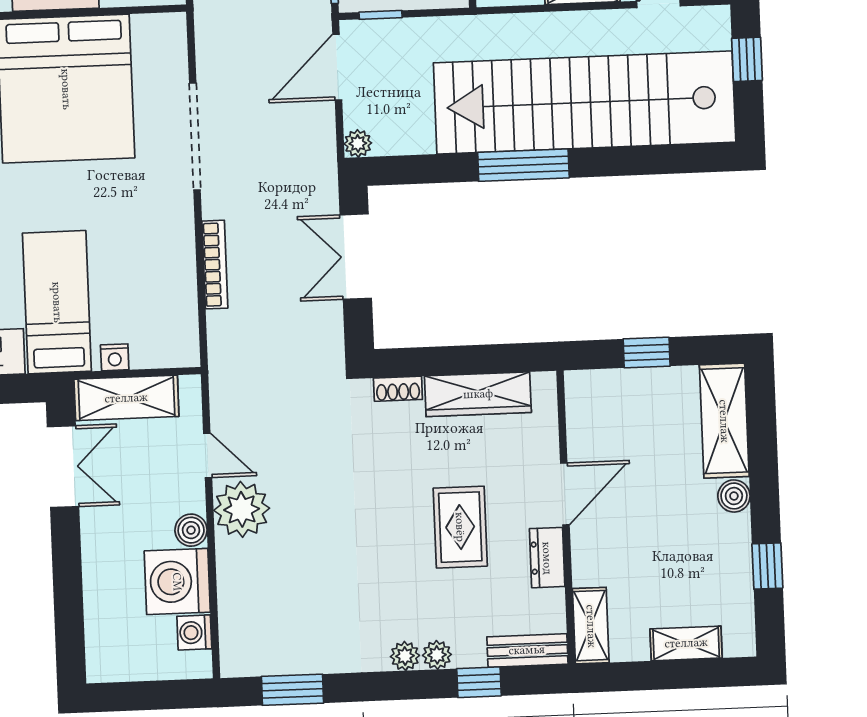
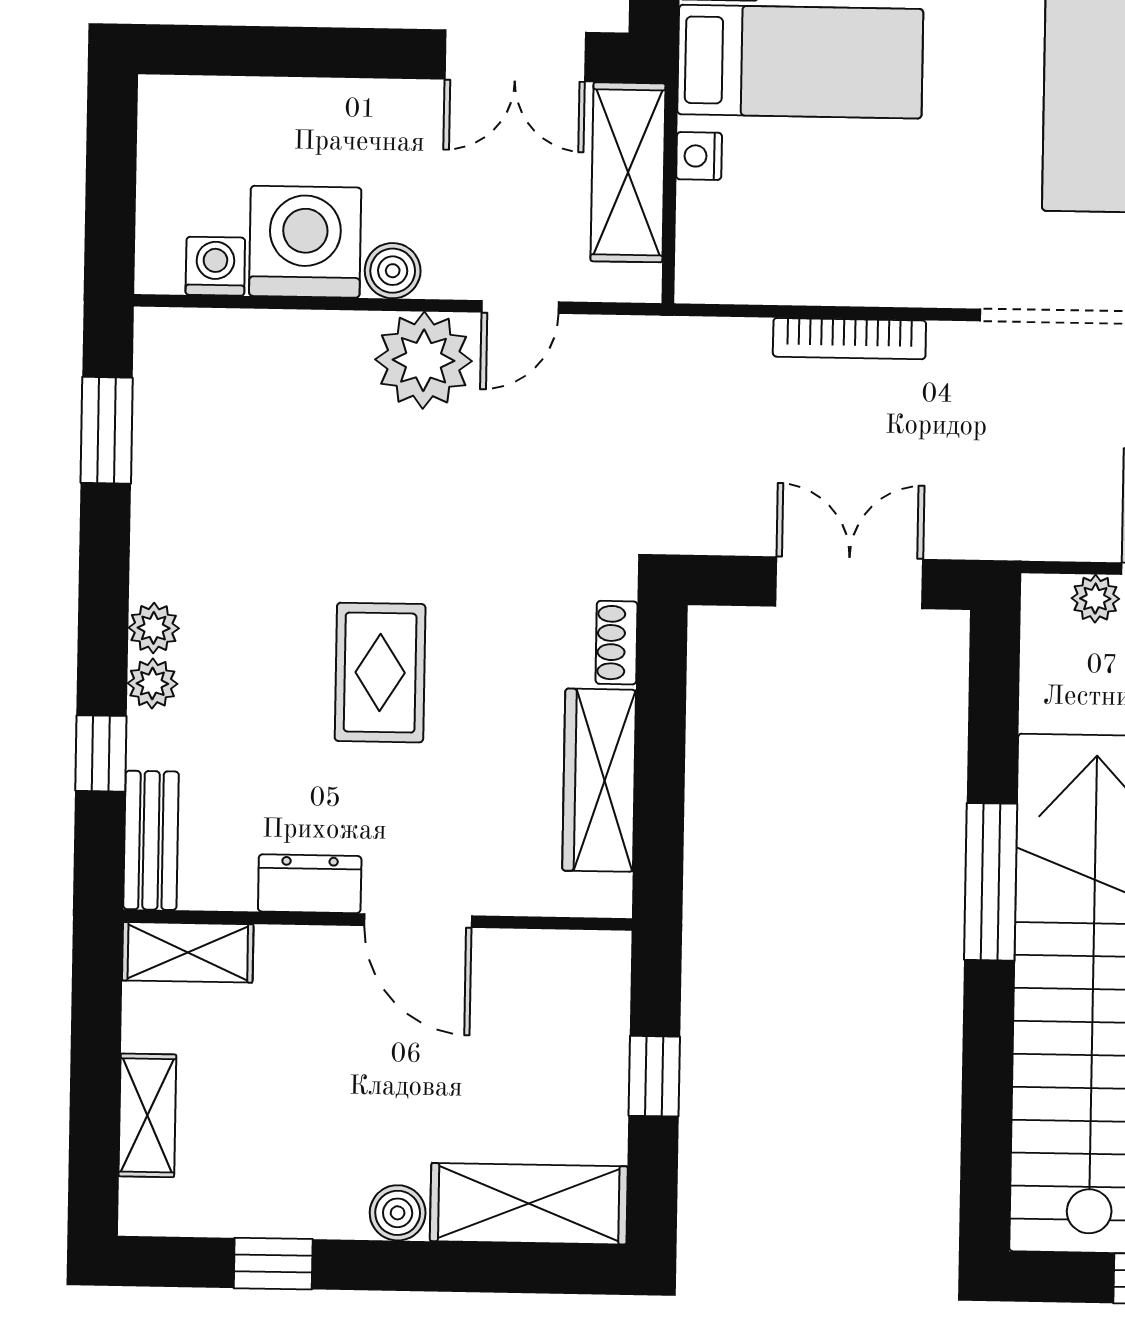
plant: (358, 143) -> (1095, 599), moved
rug: (460, 527) -> (380, 673), moved, turned 90

